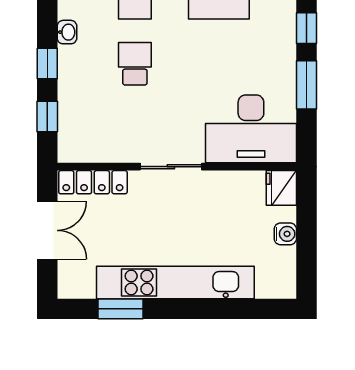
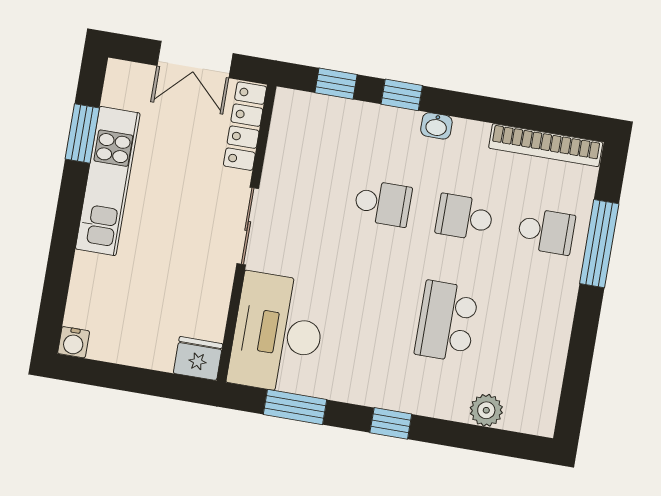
window: (306, 85) -> (295, 407), moved
water cooler: (285, 234) -> (74, 342), moved
kitchen unit: (175, 283) -> (108, 181), width x0.73

